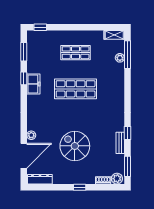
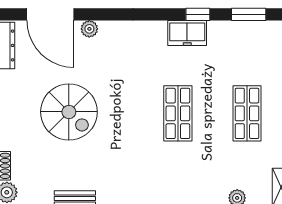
shop shelf: (76, 89) -> (178, 113), width x0.70, depth x0.74
spiral stairs: (75, 146) -> (69, 112), turned 90

